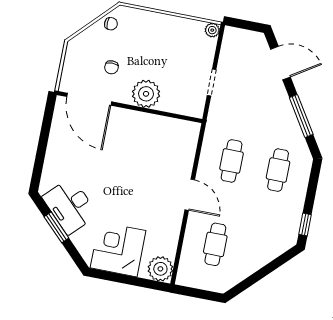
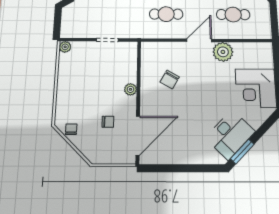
plant: (146, 94) -> (130, 89), width x0.53, depth x0.53
chair: (148, 149) -> (170, 80), added
window: (56, 227) -> (242, 151), moved
plant: (160, 269) -> (223, 52), moved

